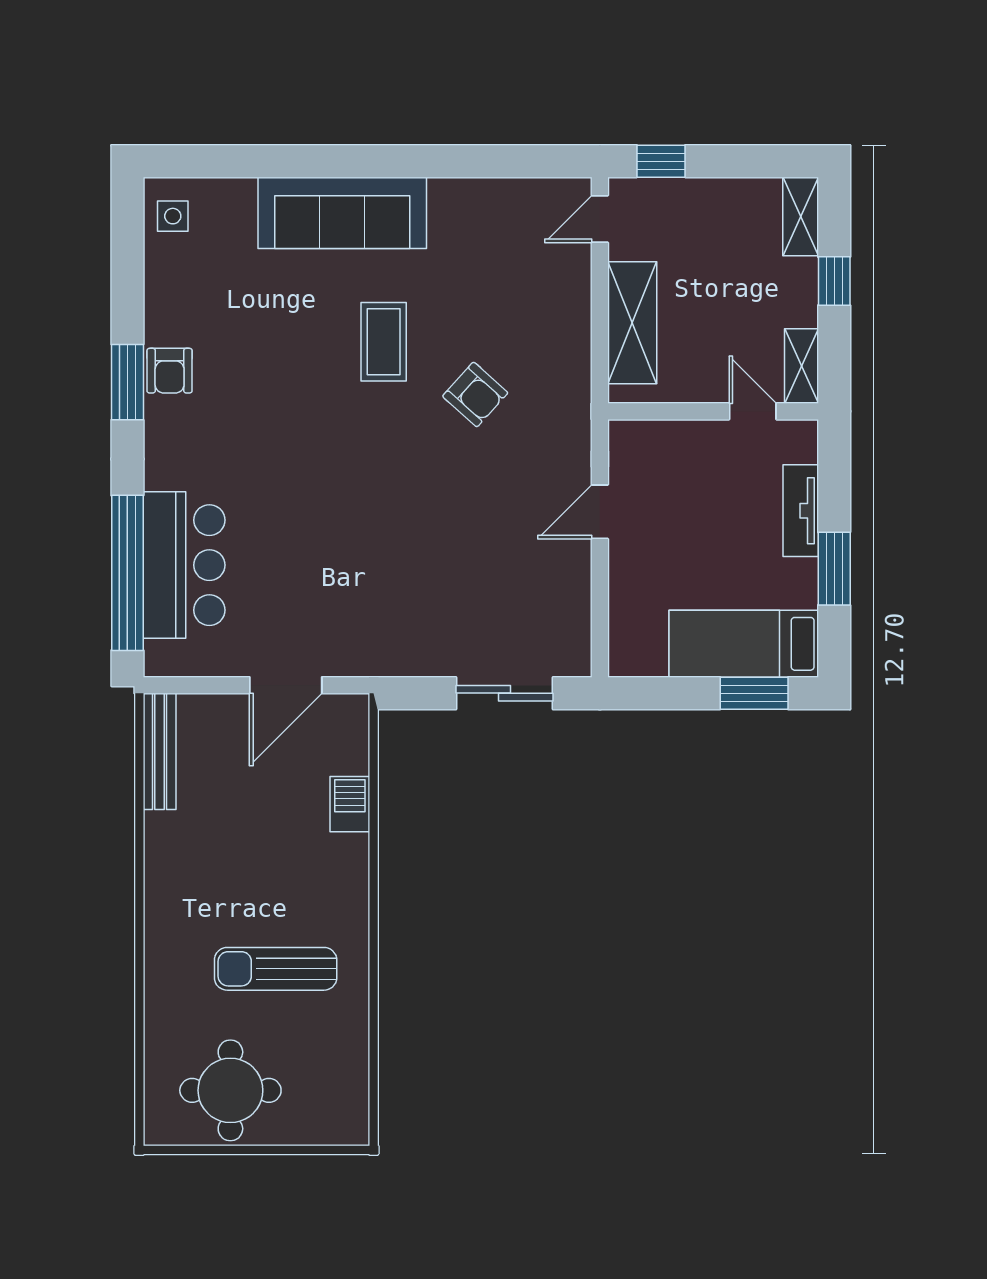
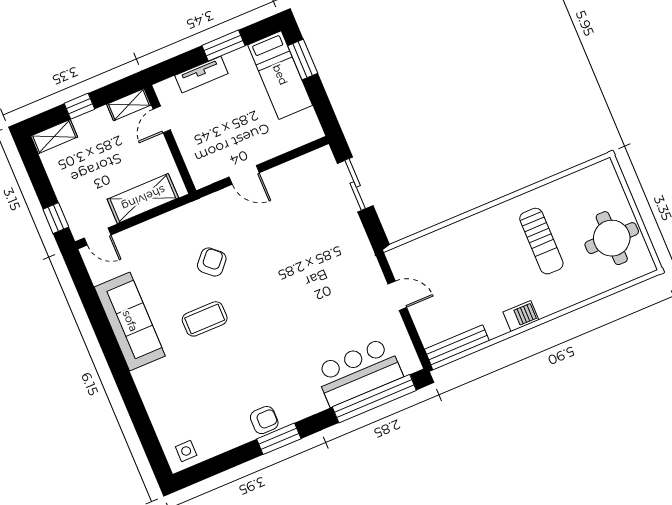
sofa: (342, 213) -> (130, 321), moved
door: (286, 685) -> (397, 296), width x0.73
barbecue: (350, 804) -> (521, 316), moved, turned 180

